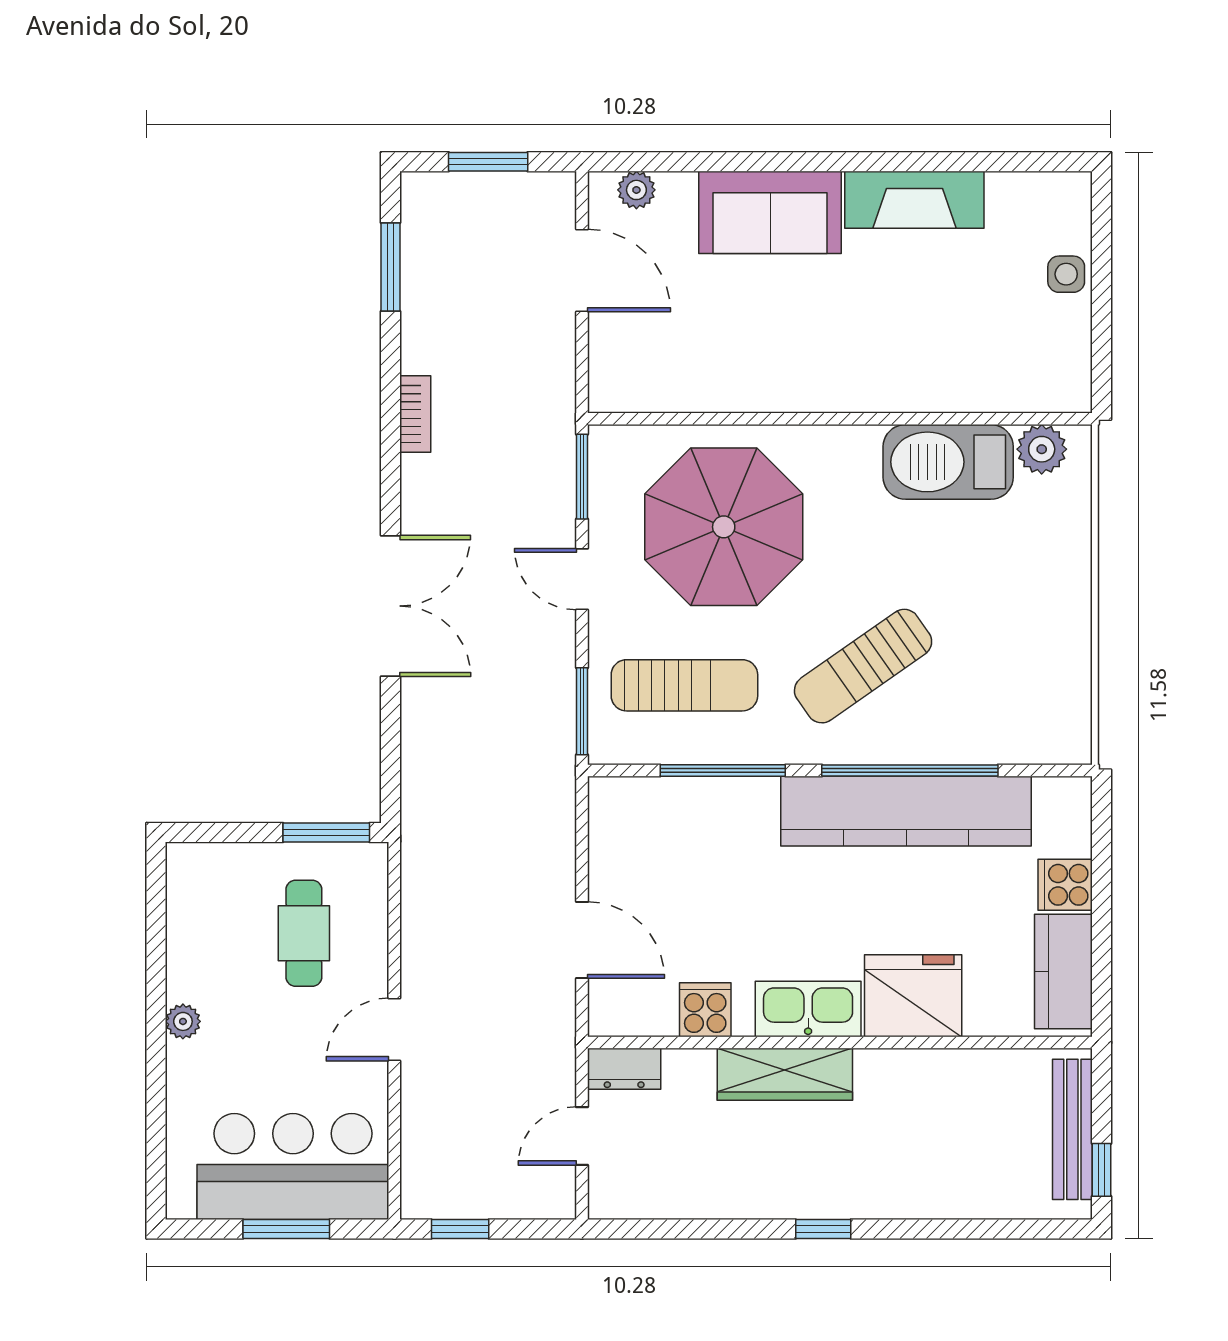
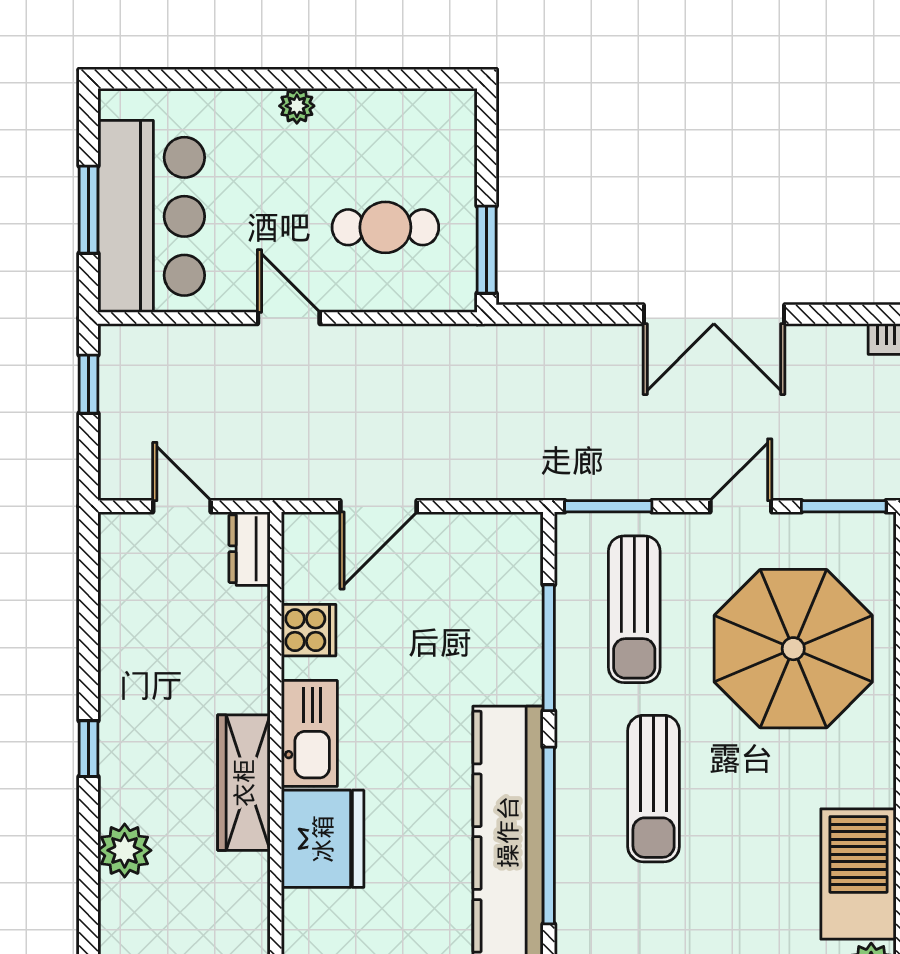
sun lounger: (863, 666) -> (654, 789), turned -145
wardrobe: (785, 1074) -> (244, 783), moved
plant: (925, 1193) -> (125, 850), added

